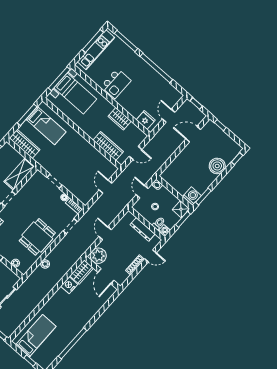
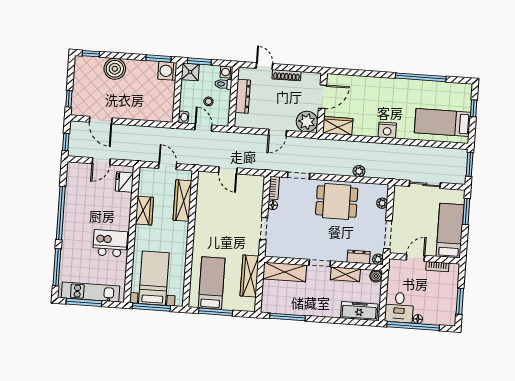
wardrobe: (25, 144) -> (250, 276), moved
door: (105, 187) -> (228, 170), hinge flipped
door: (142, 192) -> (203, 127), swing flipped
nightstand: (69, 285) -> (387, 130), moved

